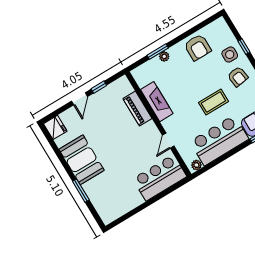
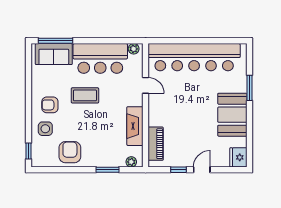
window: (244, 47) -> (29, 151), moved
plant: (164, 57) -> (131, 162), moved
armchair: (238, 77) -> (50, 105), turned -82
piano: (137, 109) -> (156, 144), moved
door: (168, 141) -> (146, 85), hinge flipped
bar counter: (160, 178) -> (194, 57), width x1.86

